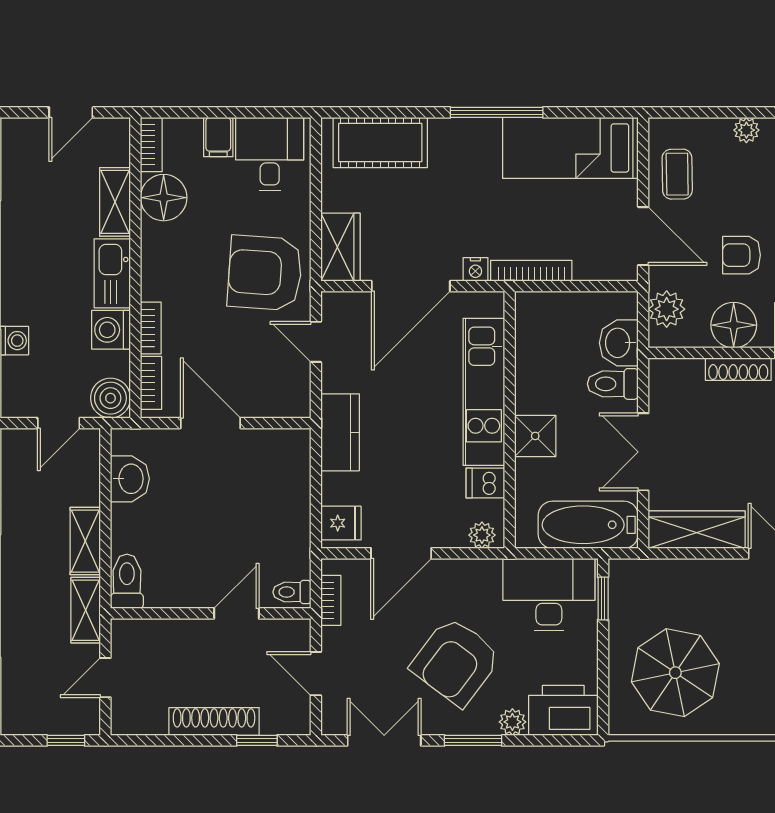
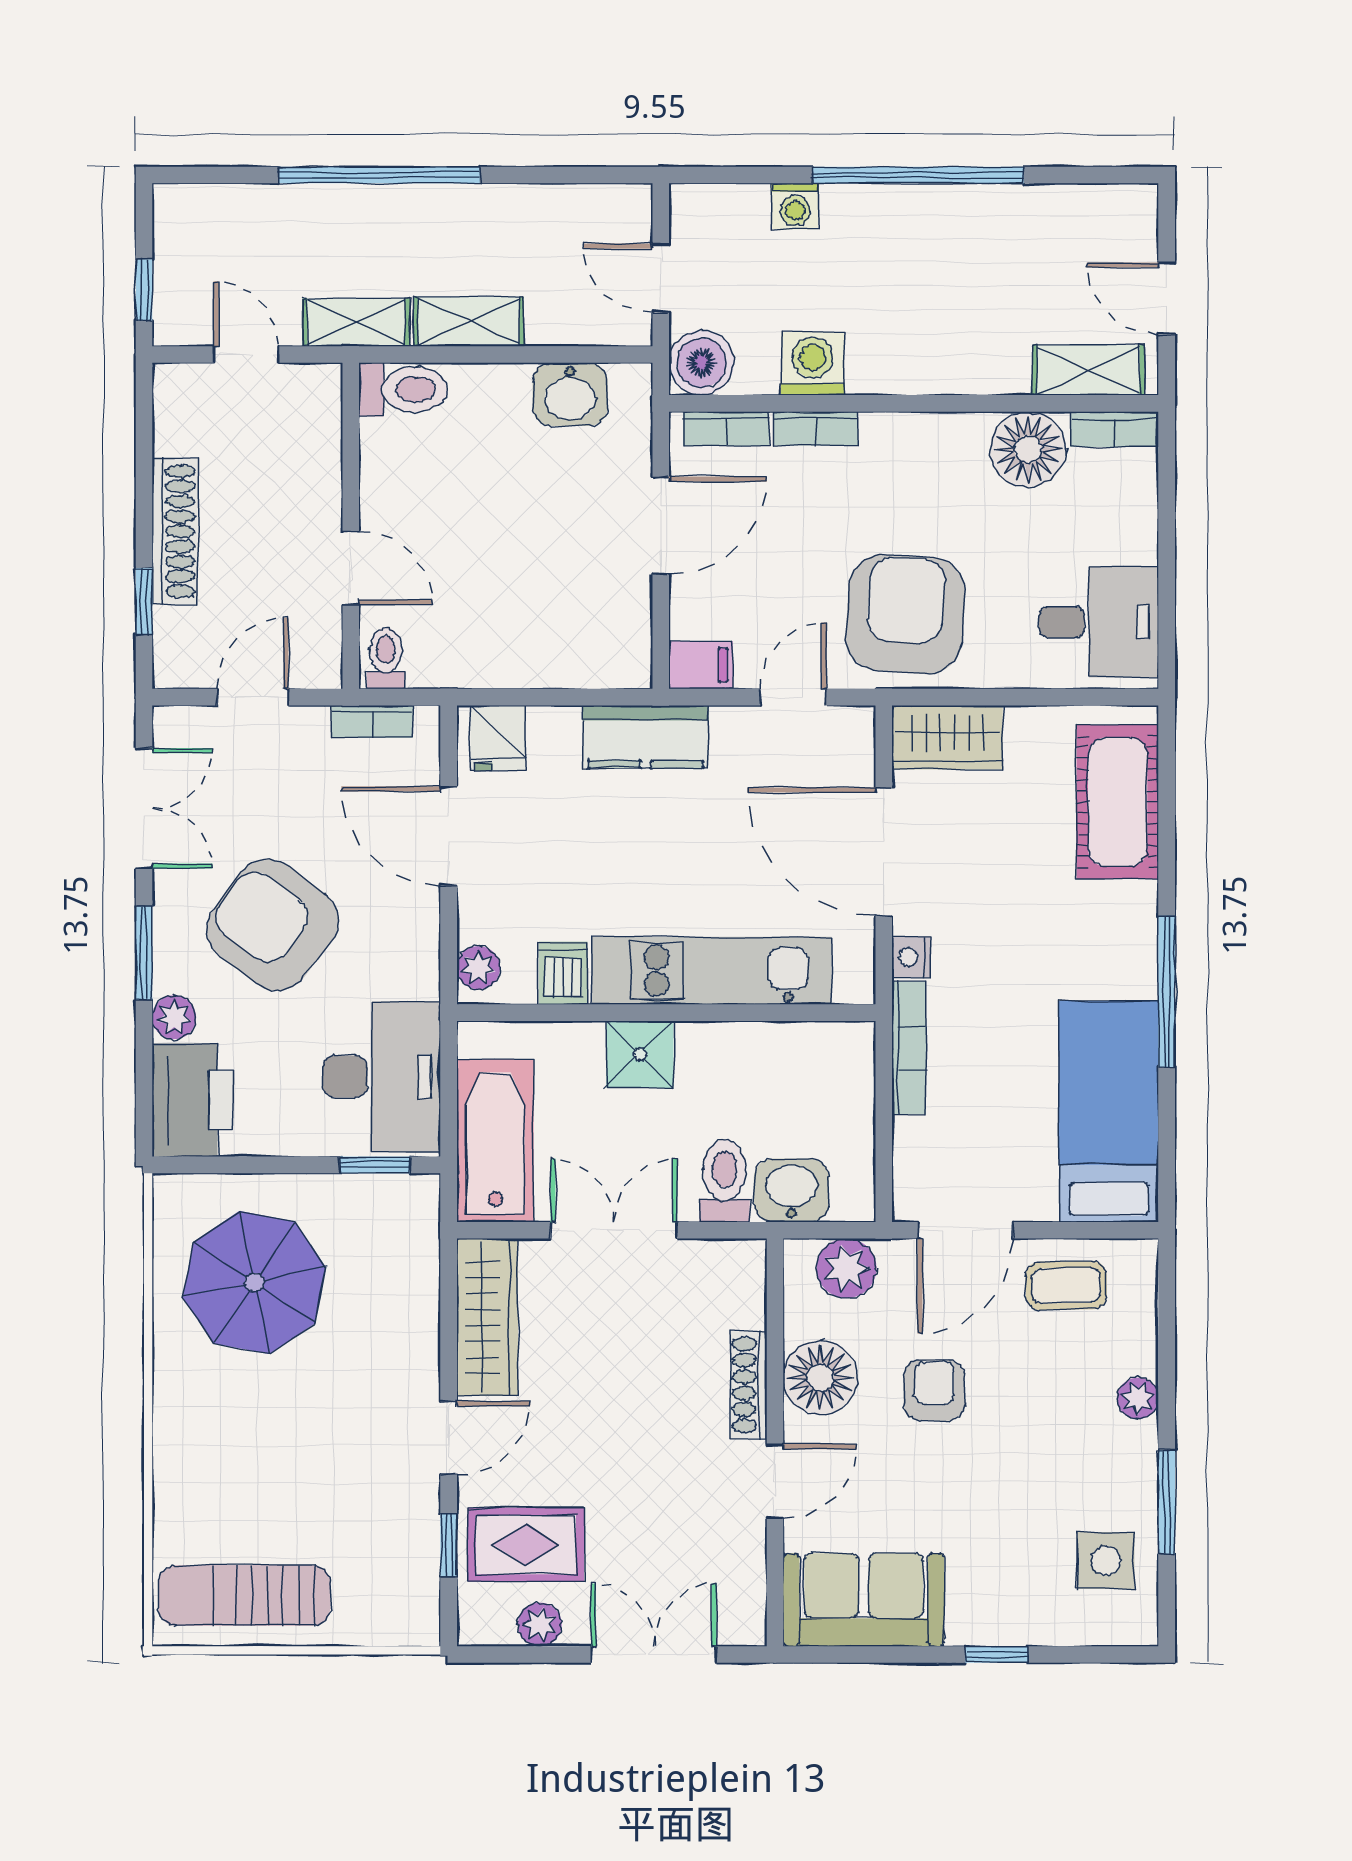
filing cabinet: (218, 137) -> (701, 665), moved, turned 180
shelving: (115, 202) -> (1088, 370), moved
kitchen sink: (112, 273) -> (905, 366), removed

